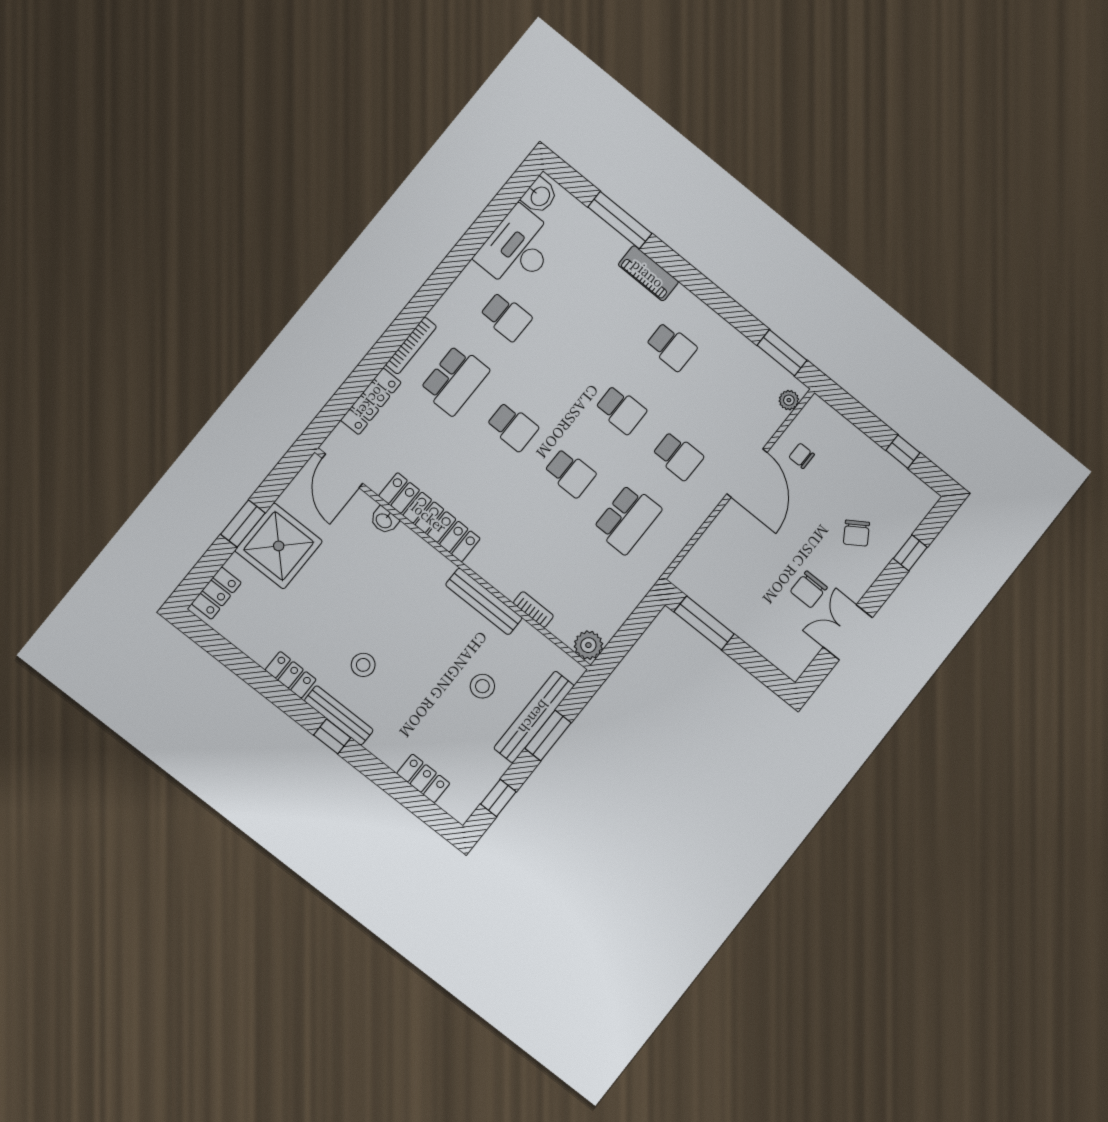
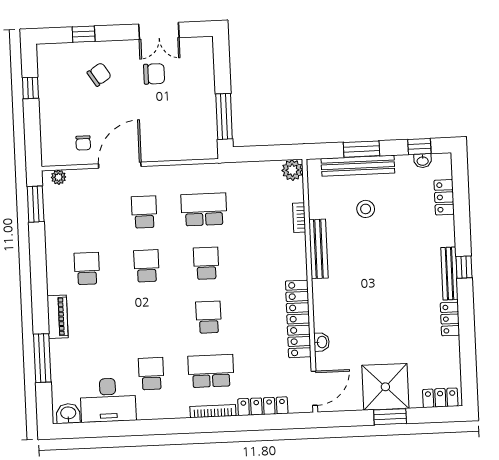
stool: (363, 665) -> (410, 284), removed
washbasin: (481, 789) -> (423, 161), added

